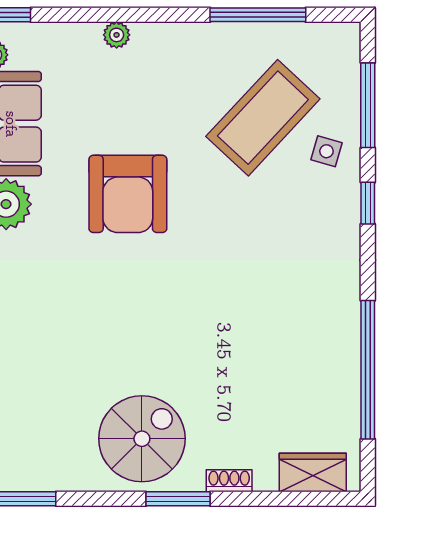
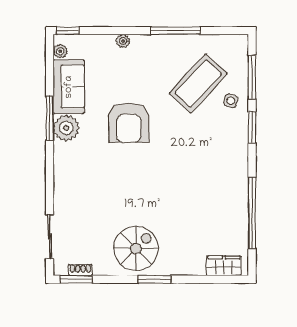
window: (258, 15) -> (176, 31), moved
window: (368, 203) -> (252, 127), width x1.50
shoe rack: (229, 481) -> (80, 270), moved

